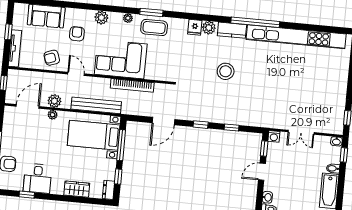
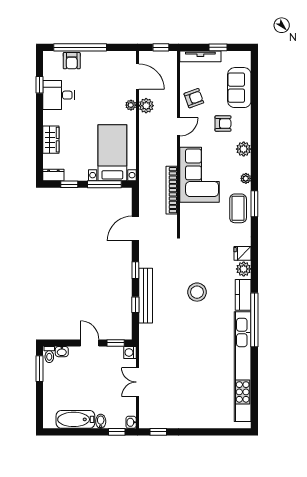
armchair: (52, 58) -> (194, 98), turned 89
bench: (96, 105) -> (146, 296), moved
door: (163, 121) -> (135, 228), hinge flipped

